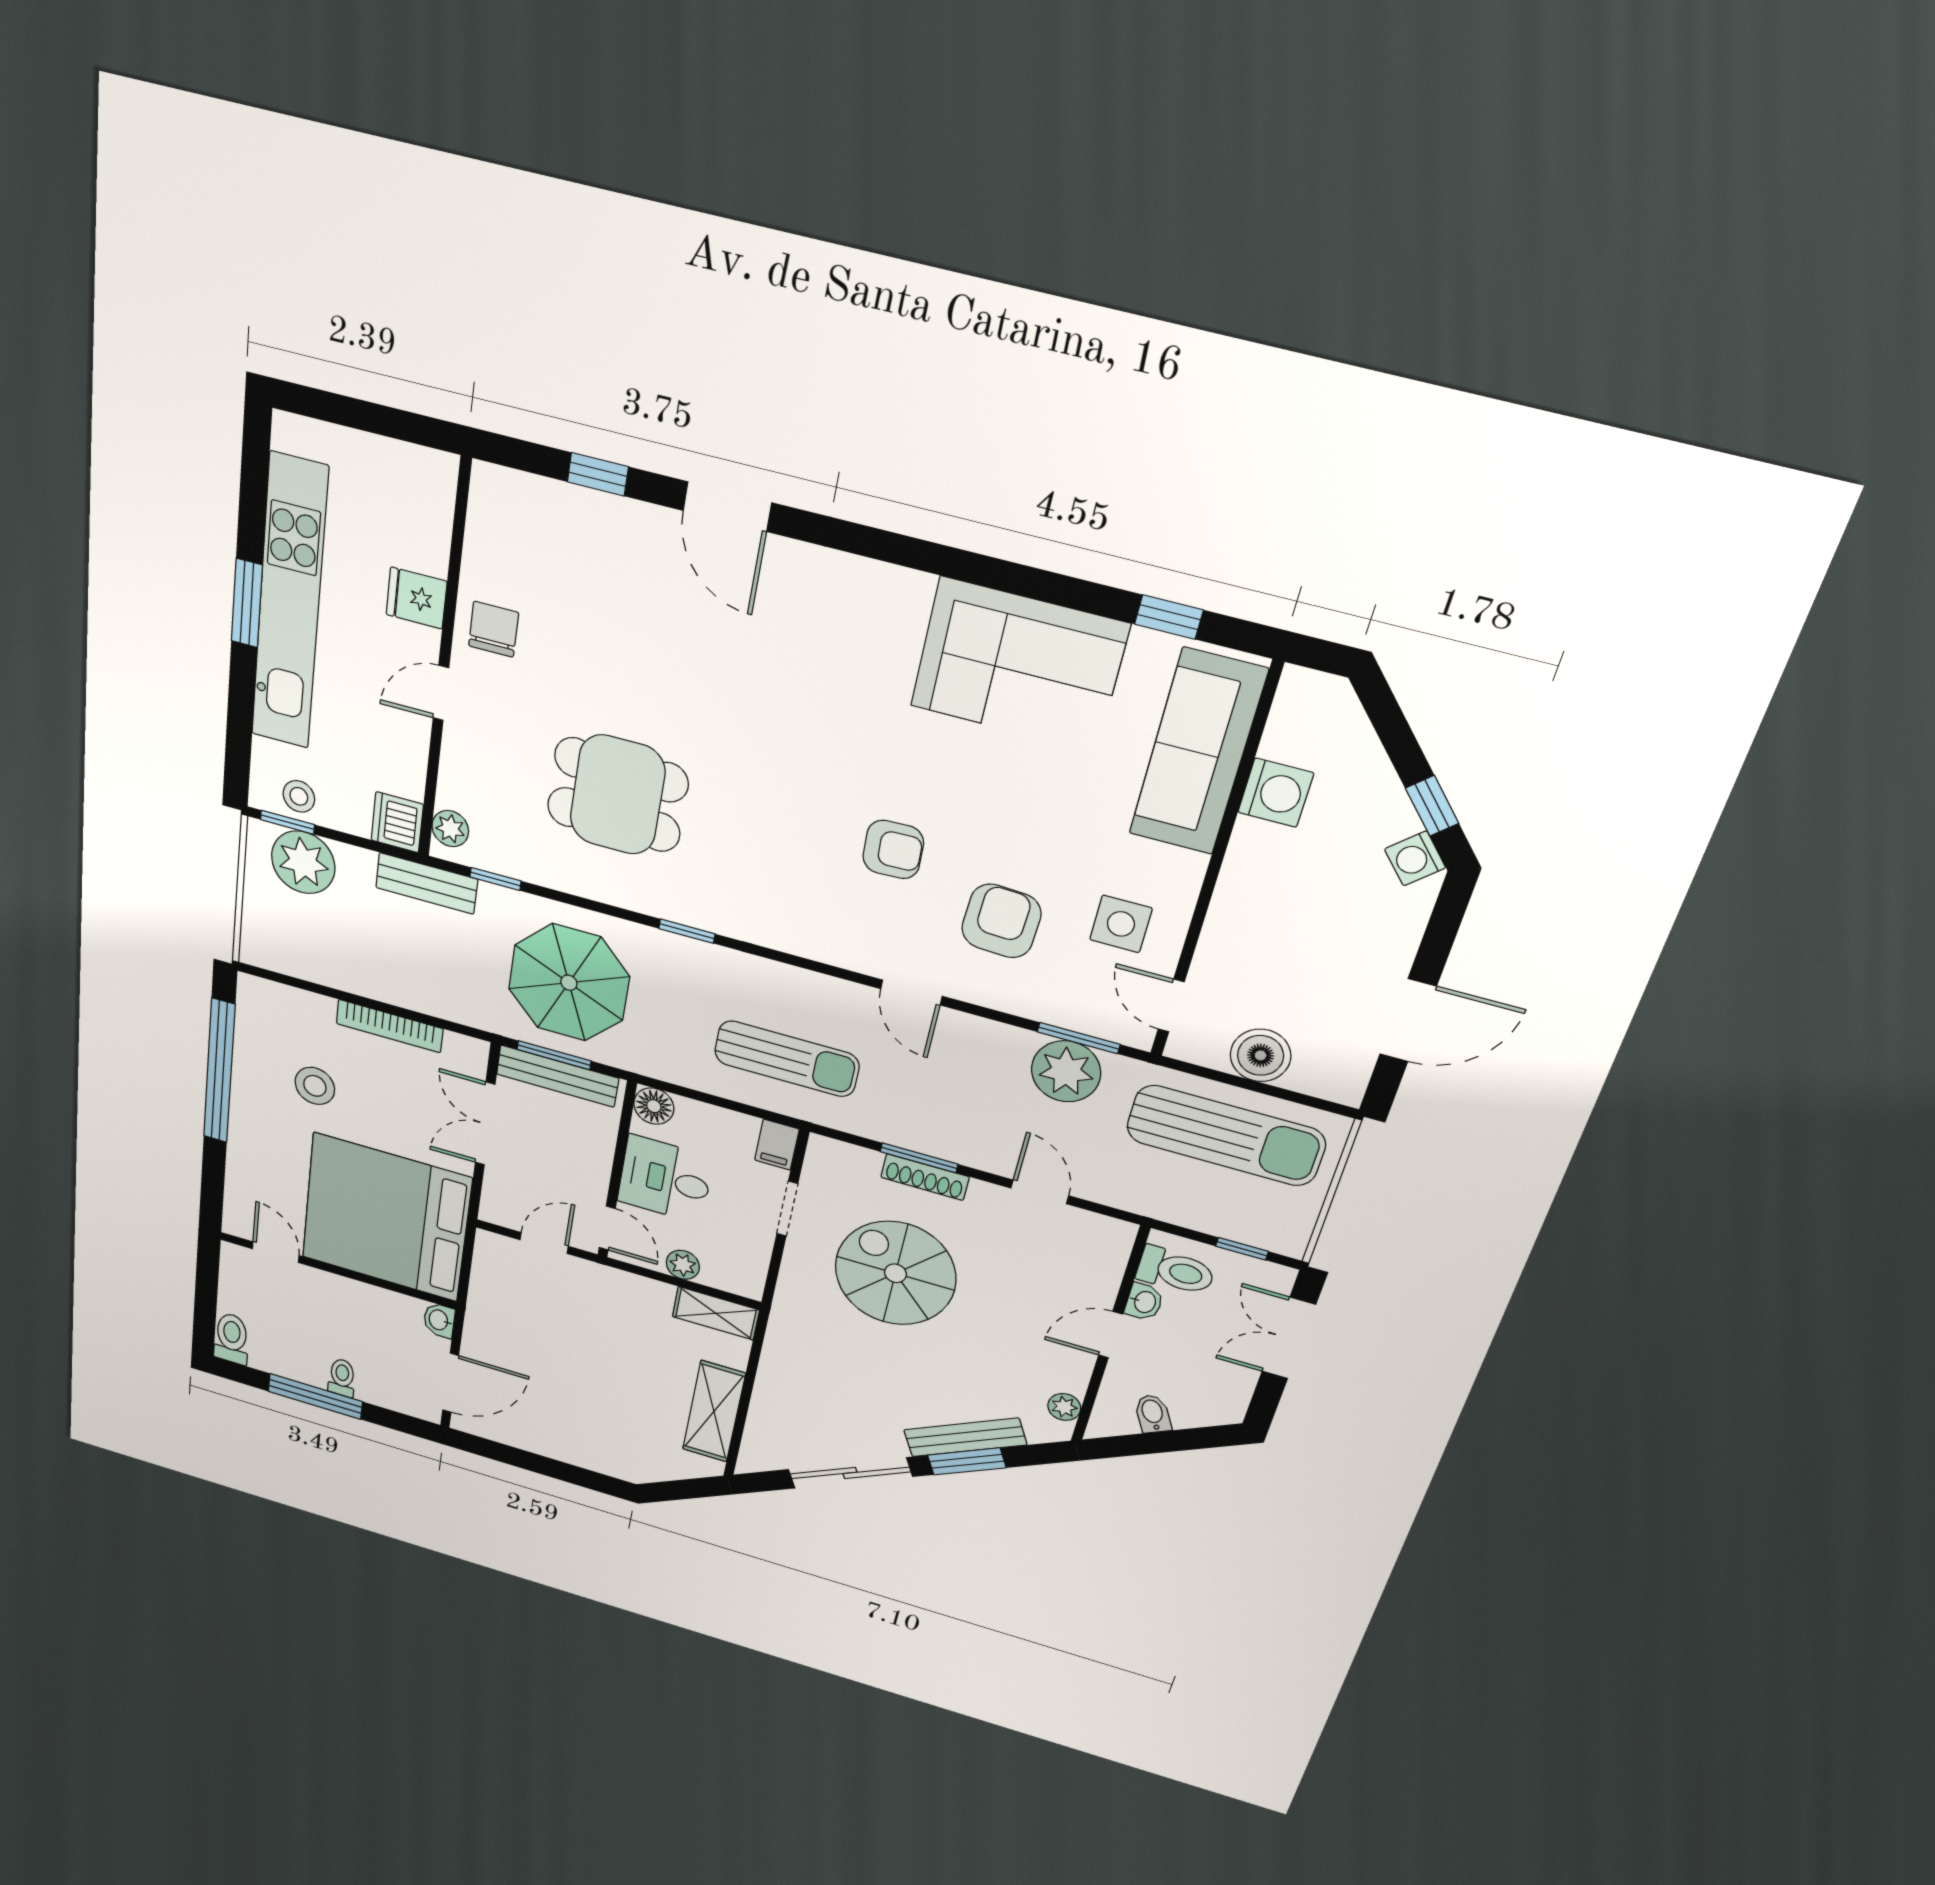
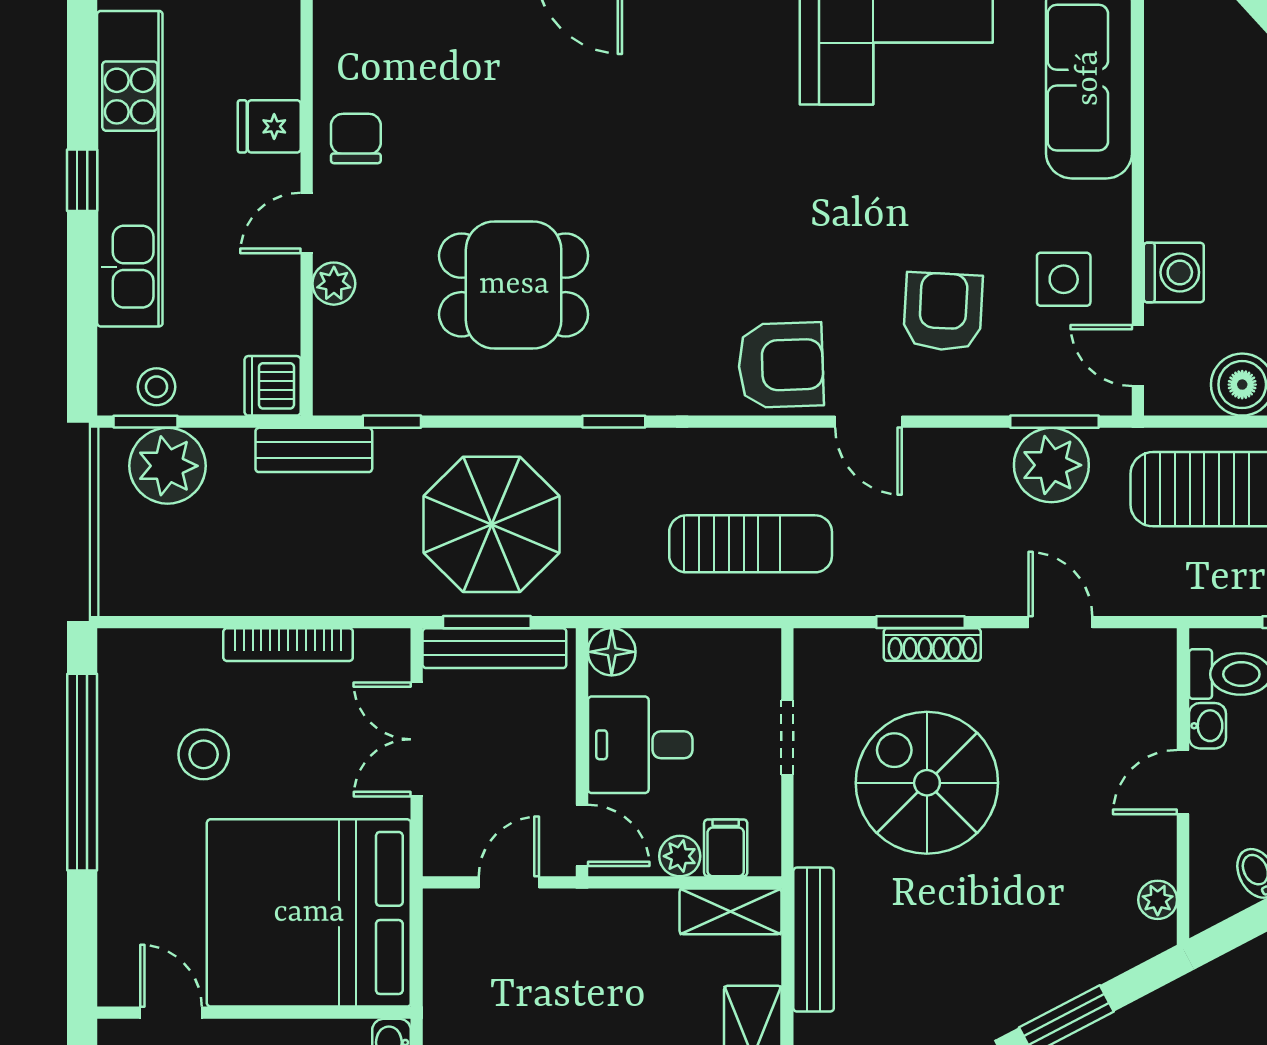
window: (247, 603) -> (82, 180), width x0.67
washing machine: (1276, 793) -> (1174, 272), moved
plant: (450, 829) -> (334, 284), moved
armchair: (893, 849) -> (781, 365), moved, width x1.38, depth x1.38
filing cabinet: (777, 1145) -> (726, 848), moved, turned 180
bench: (965, 1437) -> (814, 940), moved, turned -62

